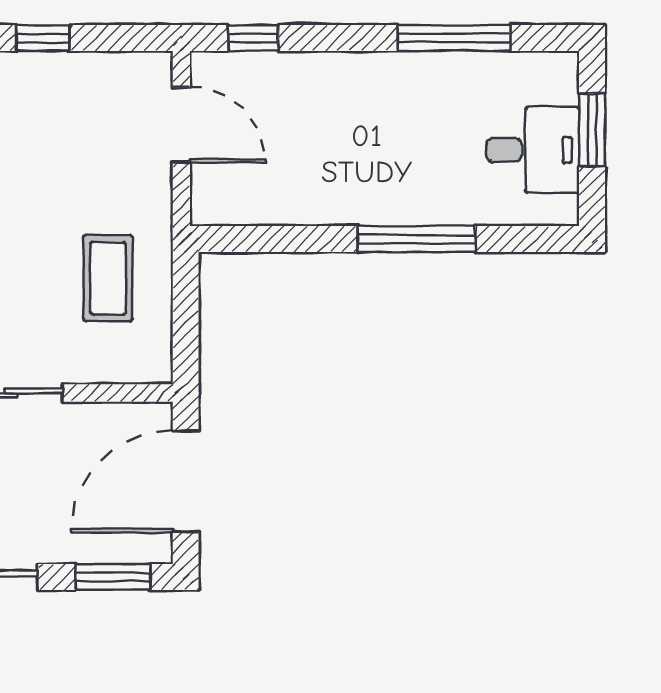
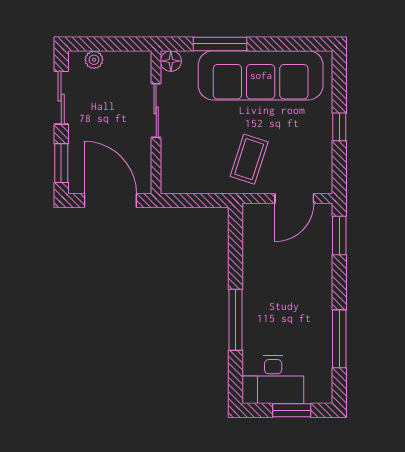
window: (253, 38) -> (339, 236), width x1.50
desk: (533, 150) -> (273, 380), width x1.37
coffee table: (108, 278) -> (249, 159), moved, turned -72

